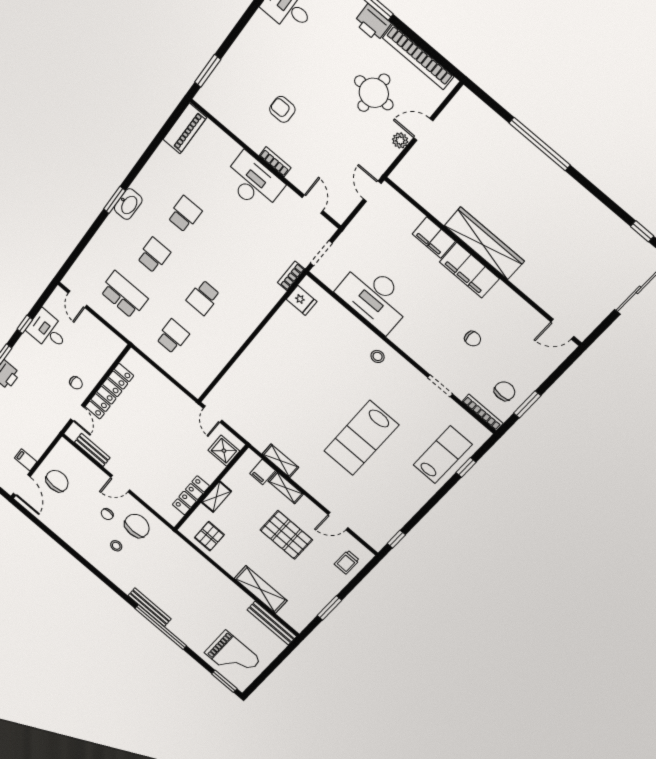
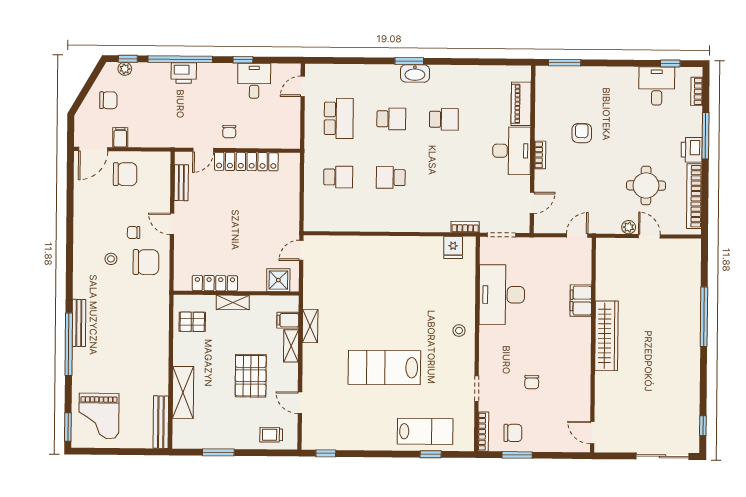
piano: (185, 128) -> (521, 104), moved, turned 90
filing cabinet: (469, 270) -> (579, 341), removed

